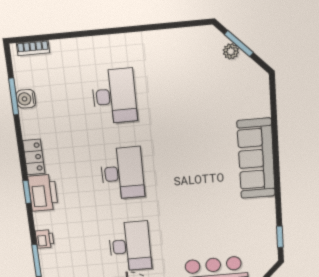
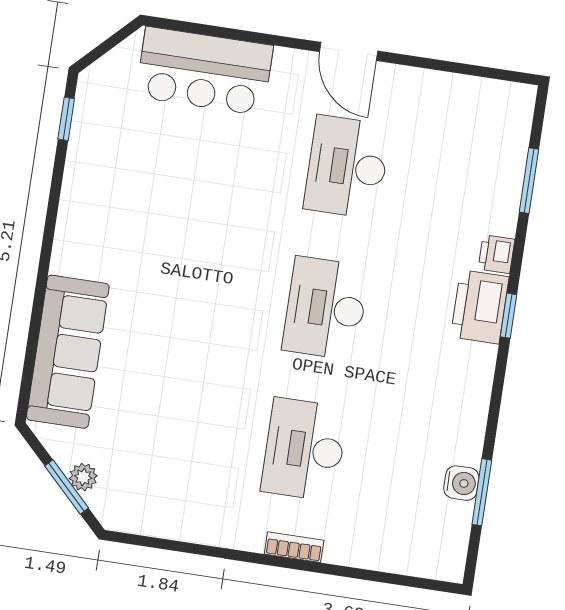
bookcase: (33, 48) -> (294, 547), moved
locker: (34, 157) -> (478, 377), removed
sofa: (256, 159) -> (68, 352), moved
printer: (45, 239) -> (496, 254), moved

